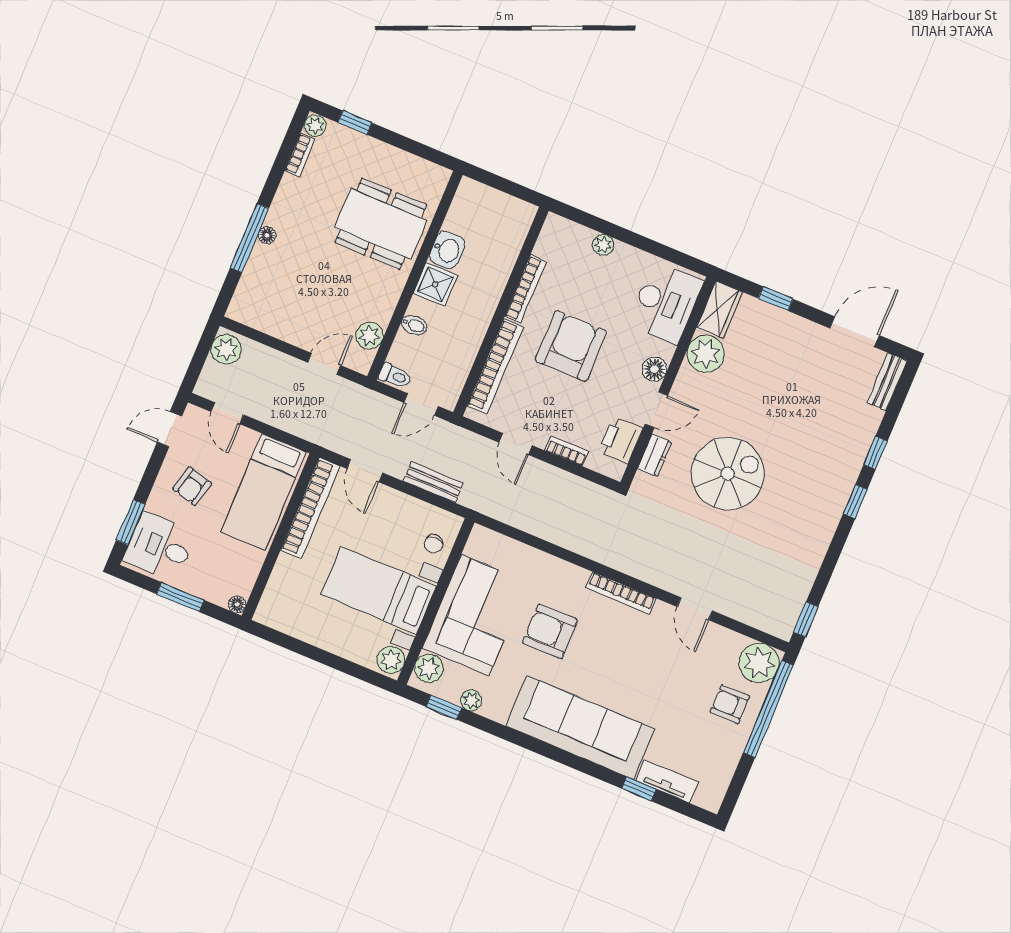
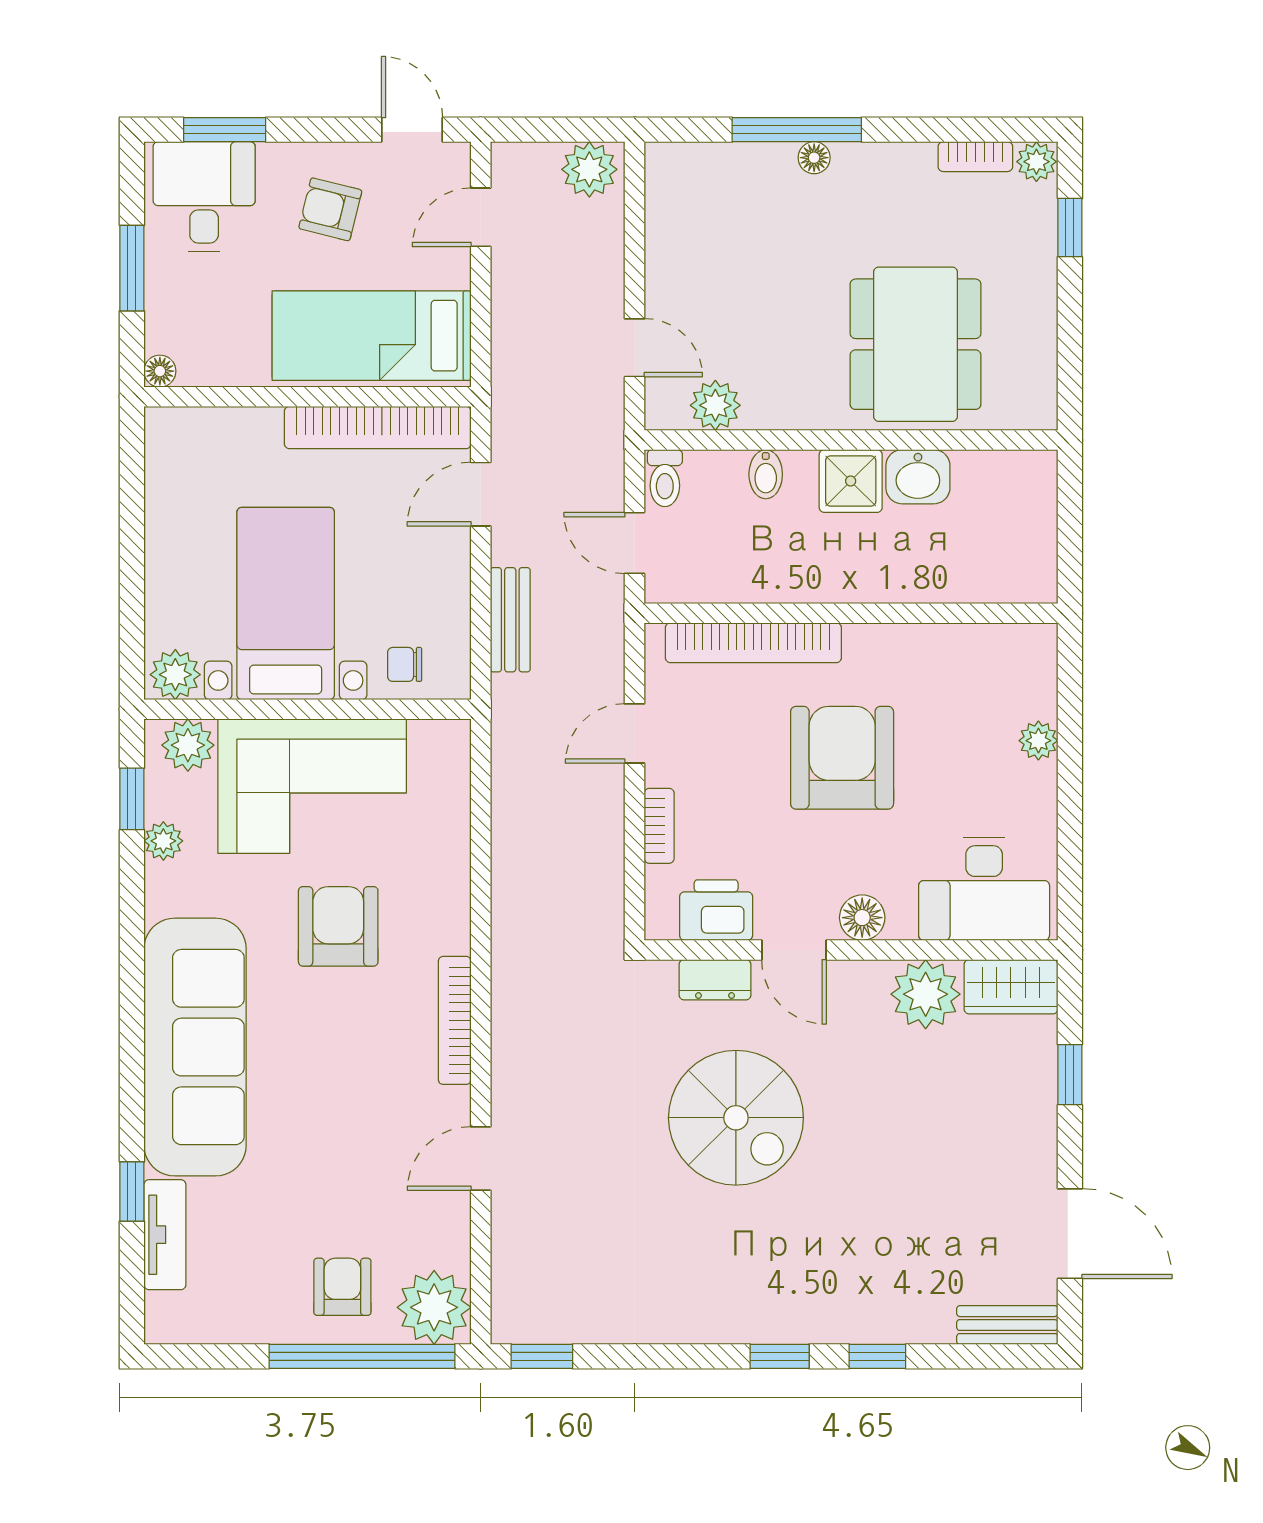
bookcase: (525, 289) -> (907, 639), removed
armchair: (571, 346) -> (842, 758), turned -90

